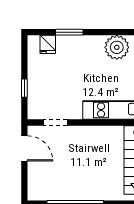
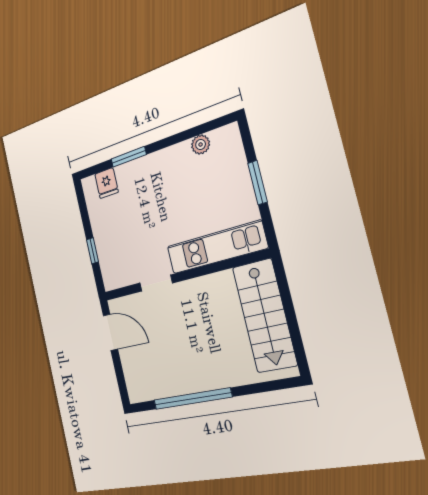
plant: (117, 47) -> (201, 144), width x0.53, depth x0.53
doorway: (55, 123) -> (156, 283), moved

